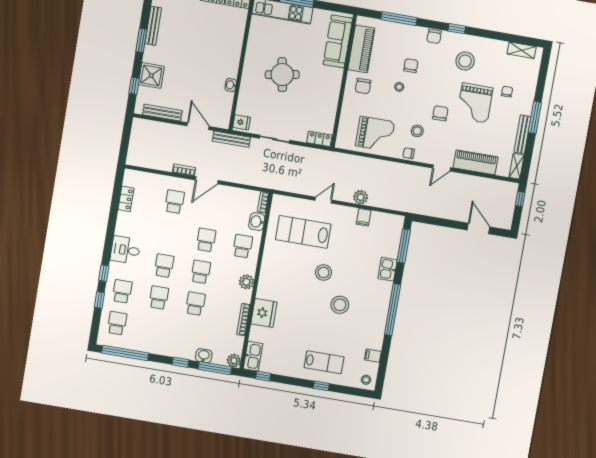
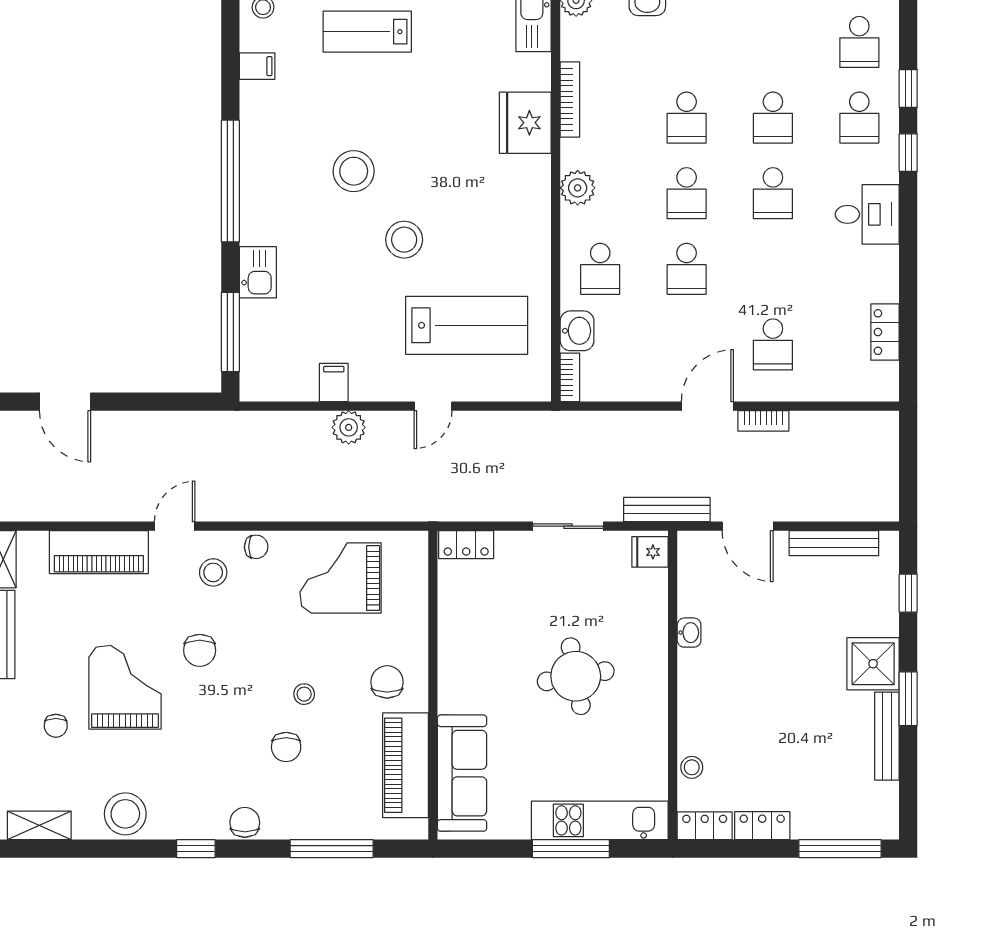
stool: (239, 27) -> (692, 767), added
stool: (465, 61) -> (125, 814), moved
shower: (151, 75) -> (873, 664), moved
stool: (417, 131) -> (213, 572), moved

